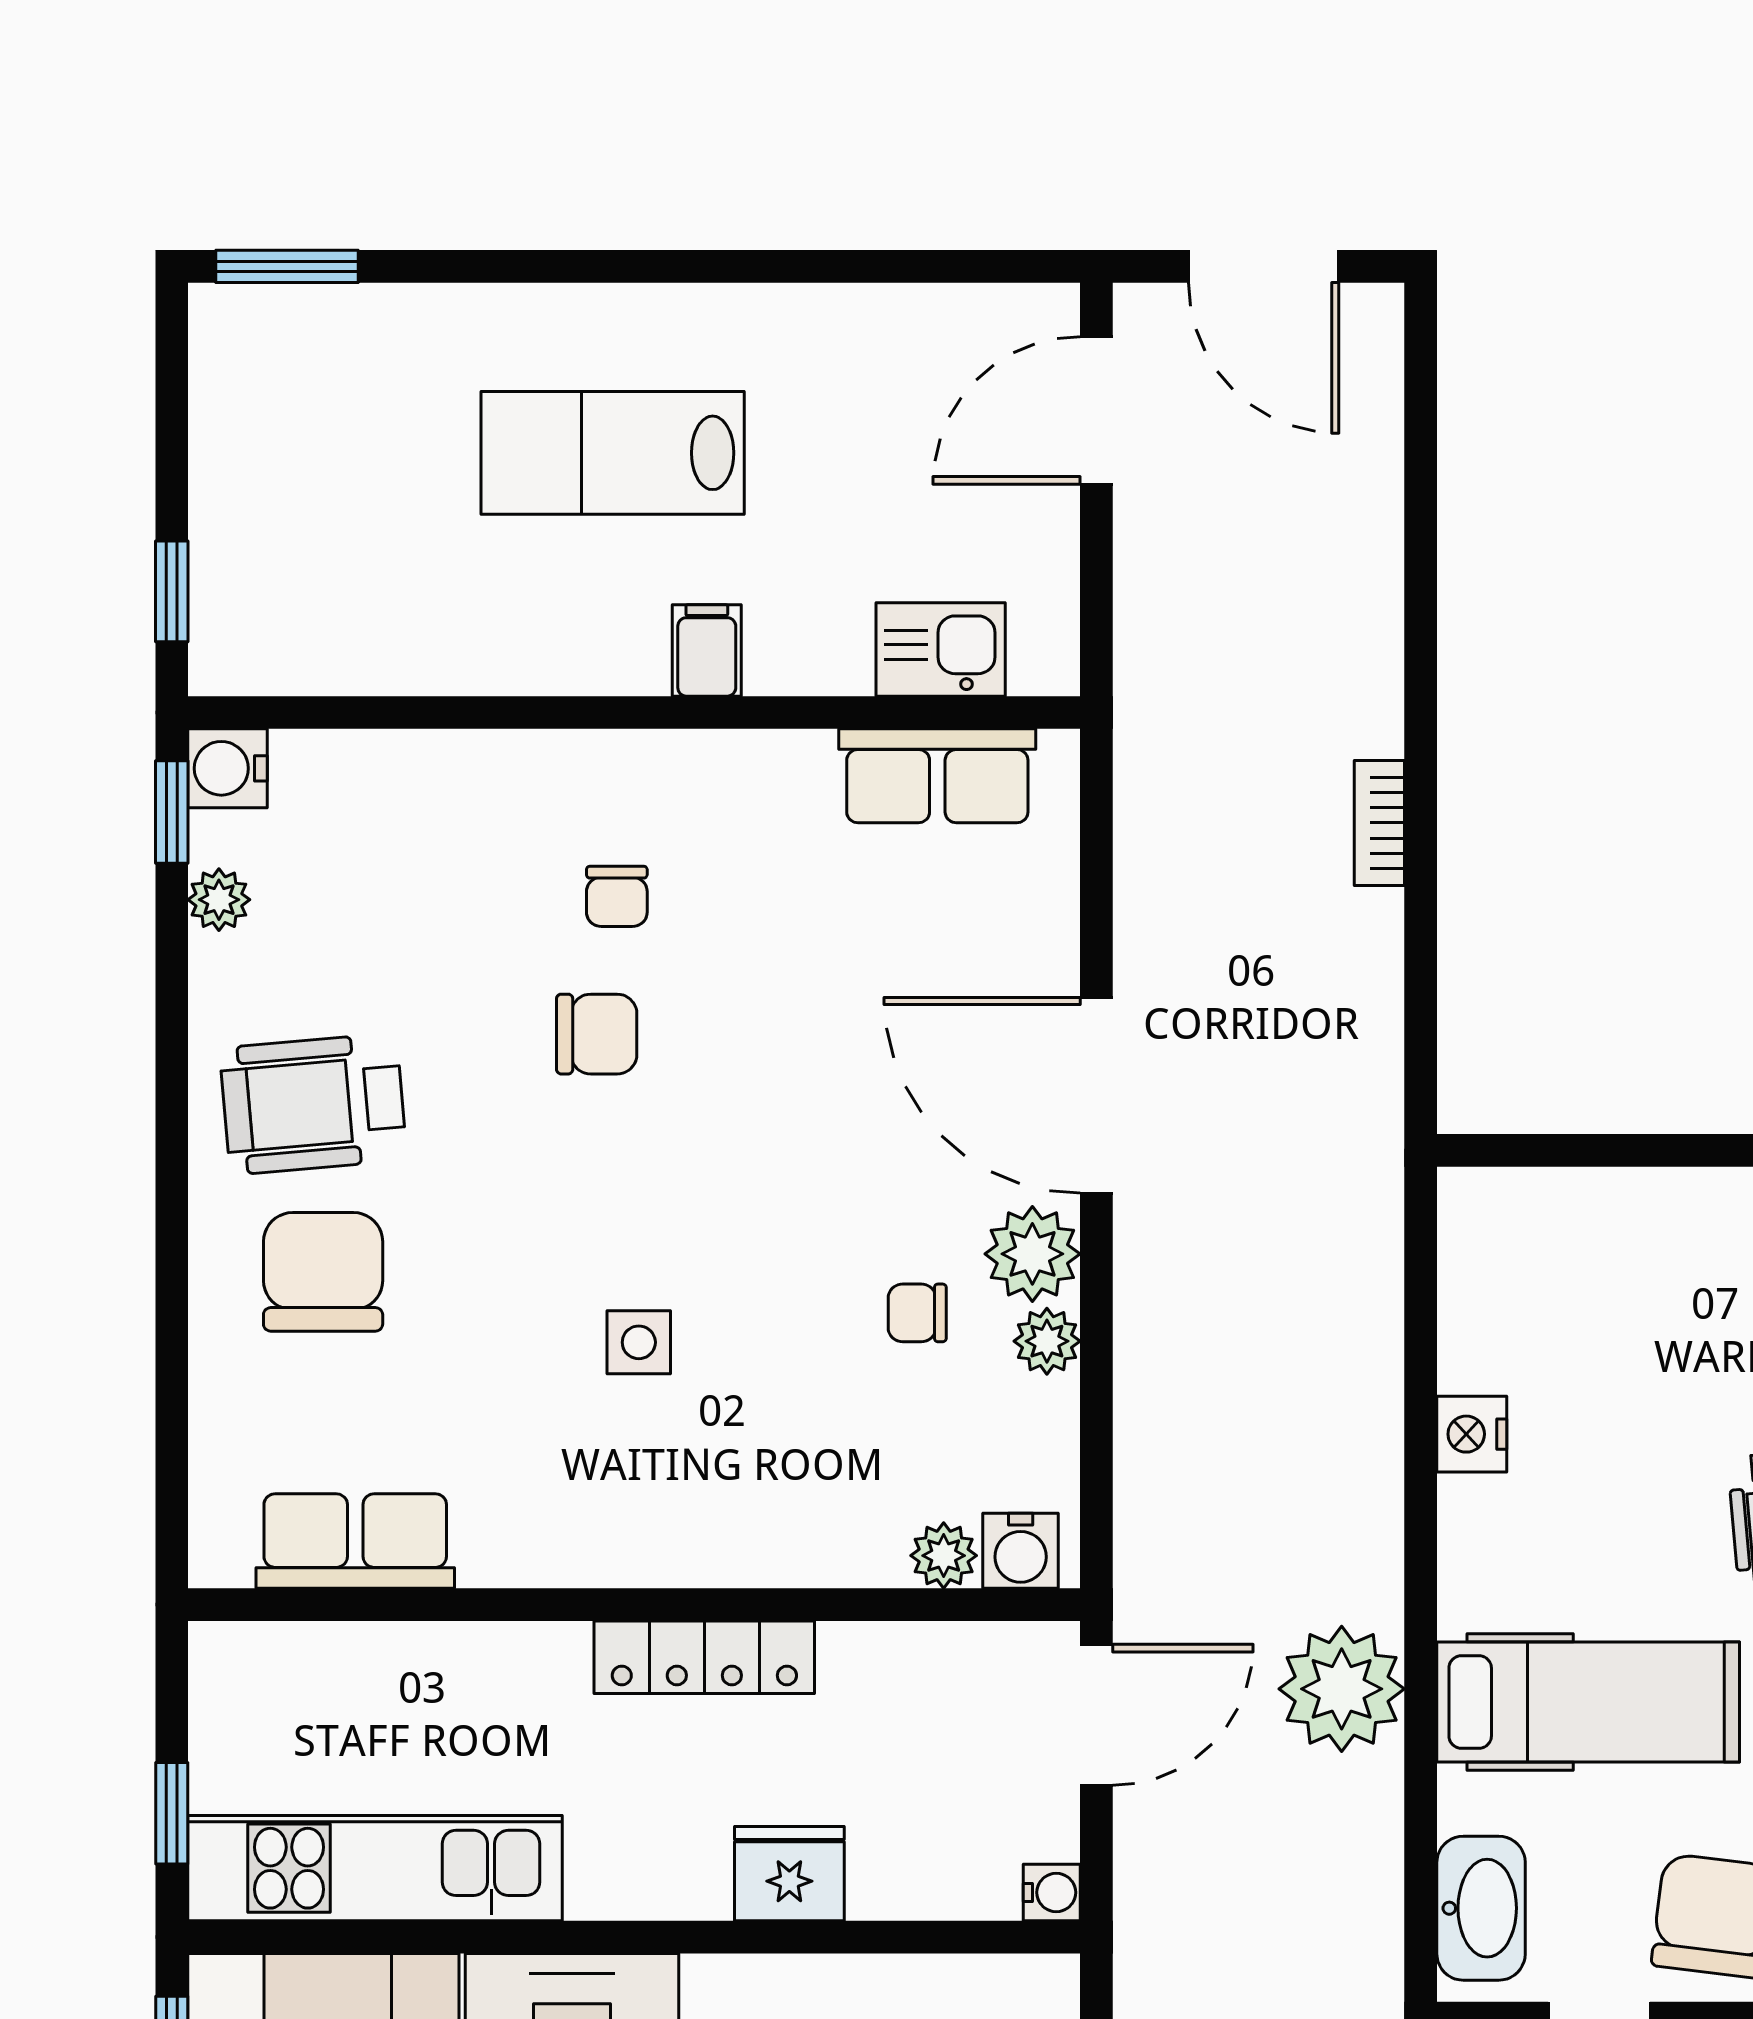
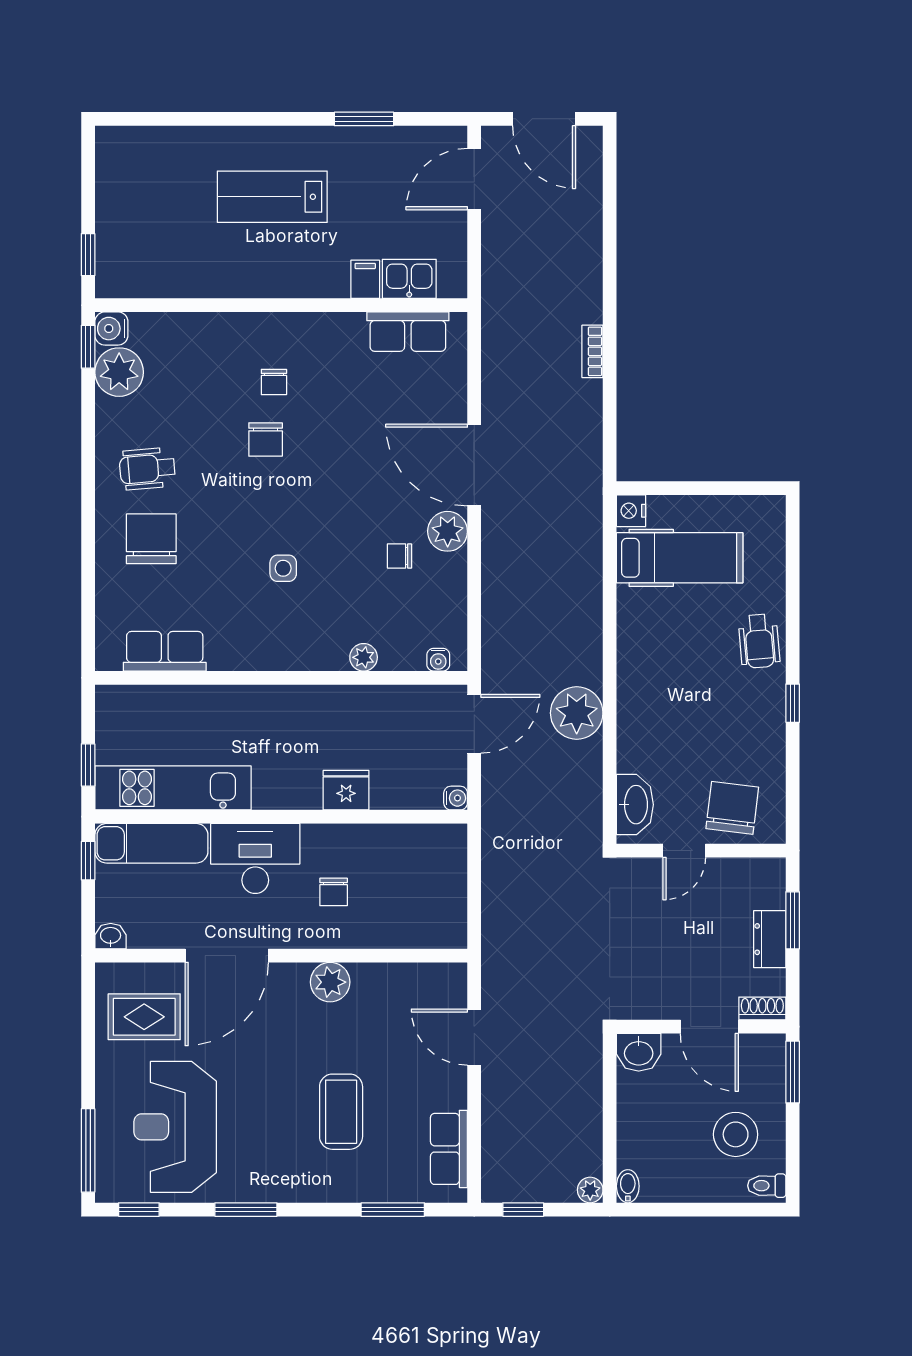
window: (287, 266) -> (364, 119), moved
filing cabinet: (707, 651) -> (365, 279), moved
plant: (219, 900) -> (119, 372), width x1.88, depth x1.88
chair: (597, 1034) -> (266, 440), turned 90
wheelchair: (313, 1104) -> (147, 469), width x0.73, depth x0.73
plant: (1047, 1341) -> (454, 568), removed
nightstand: (1472, 1434) -> (631, 511), moved
water cooler: (1021, 1551) -> (438, 660), width x0.72, depth x0.72
plant: (944, 1556) -> (364, 657), moved
locker: (704, 1657) -> (311, 700), removed
hospital bed: (1588, 1702) -> (680, 558), moved

